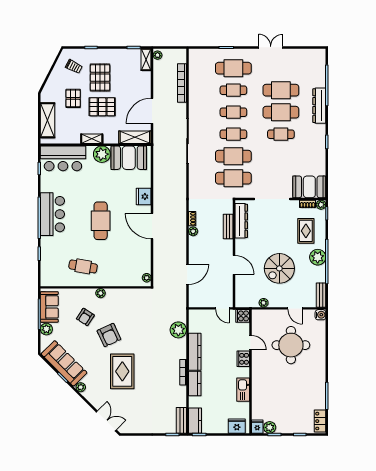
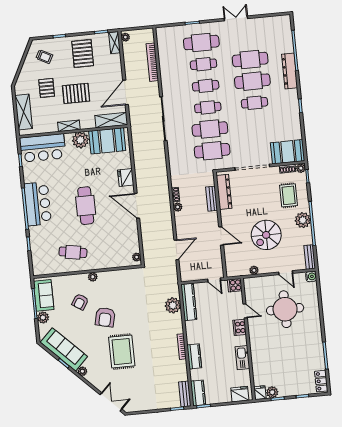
pallet: (100, 78) -> (83, 53), moved
armchair: (109, 335) -> (105, 317), turned 38
kitchen counter: (195, 352) -> (189, 302), moved

